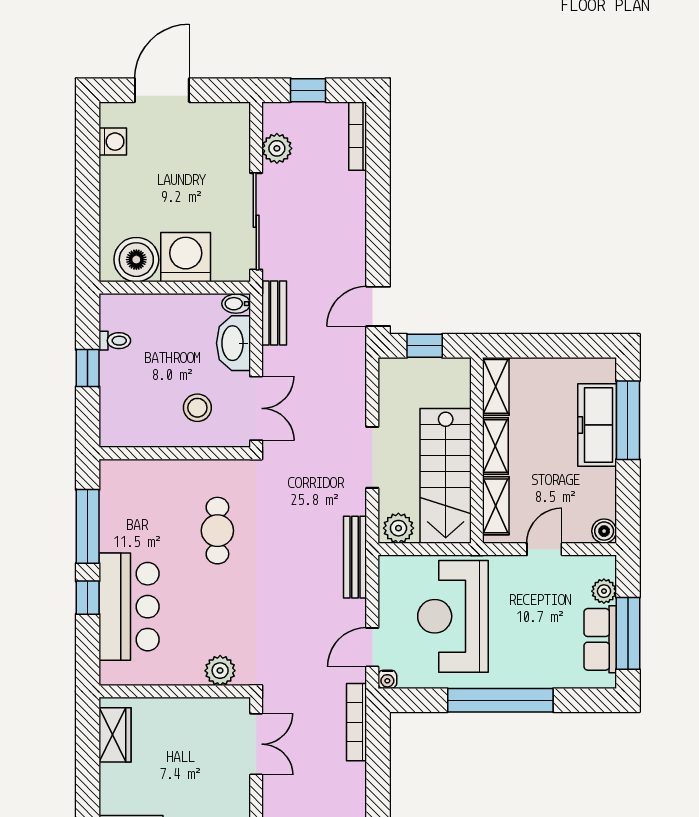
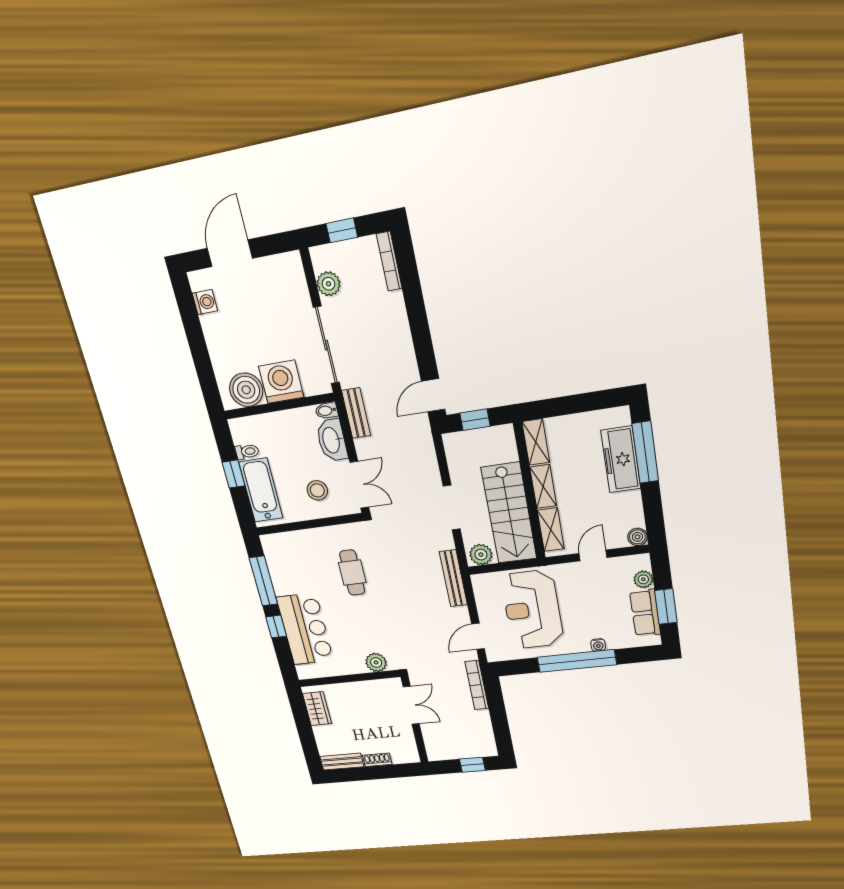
bathtub: (120, 396) -> (261, 490), added
window: (628, 633) -> (666, 606), width x0.69
water cooler: (387, 679) -> (598, 645), moved

